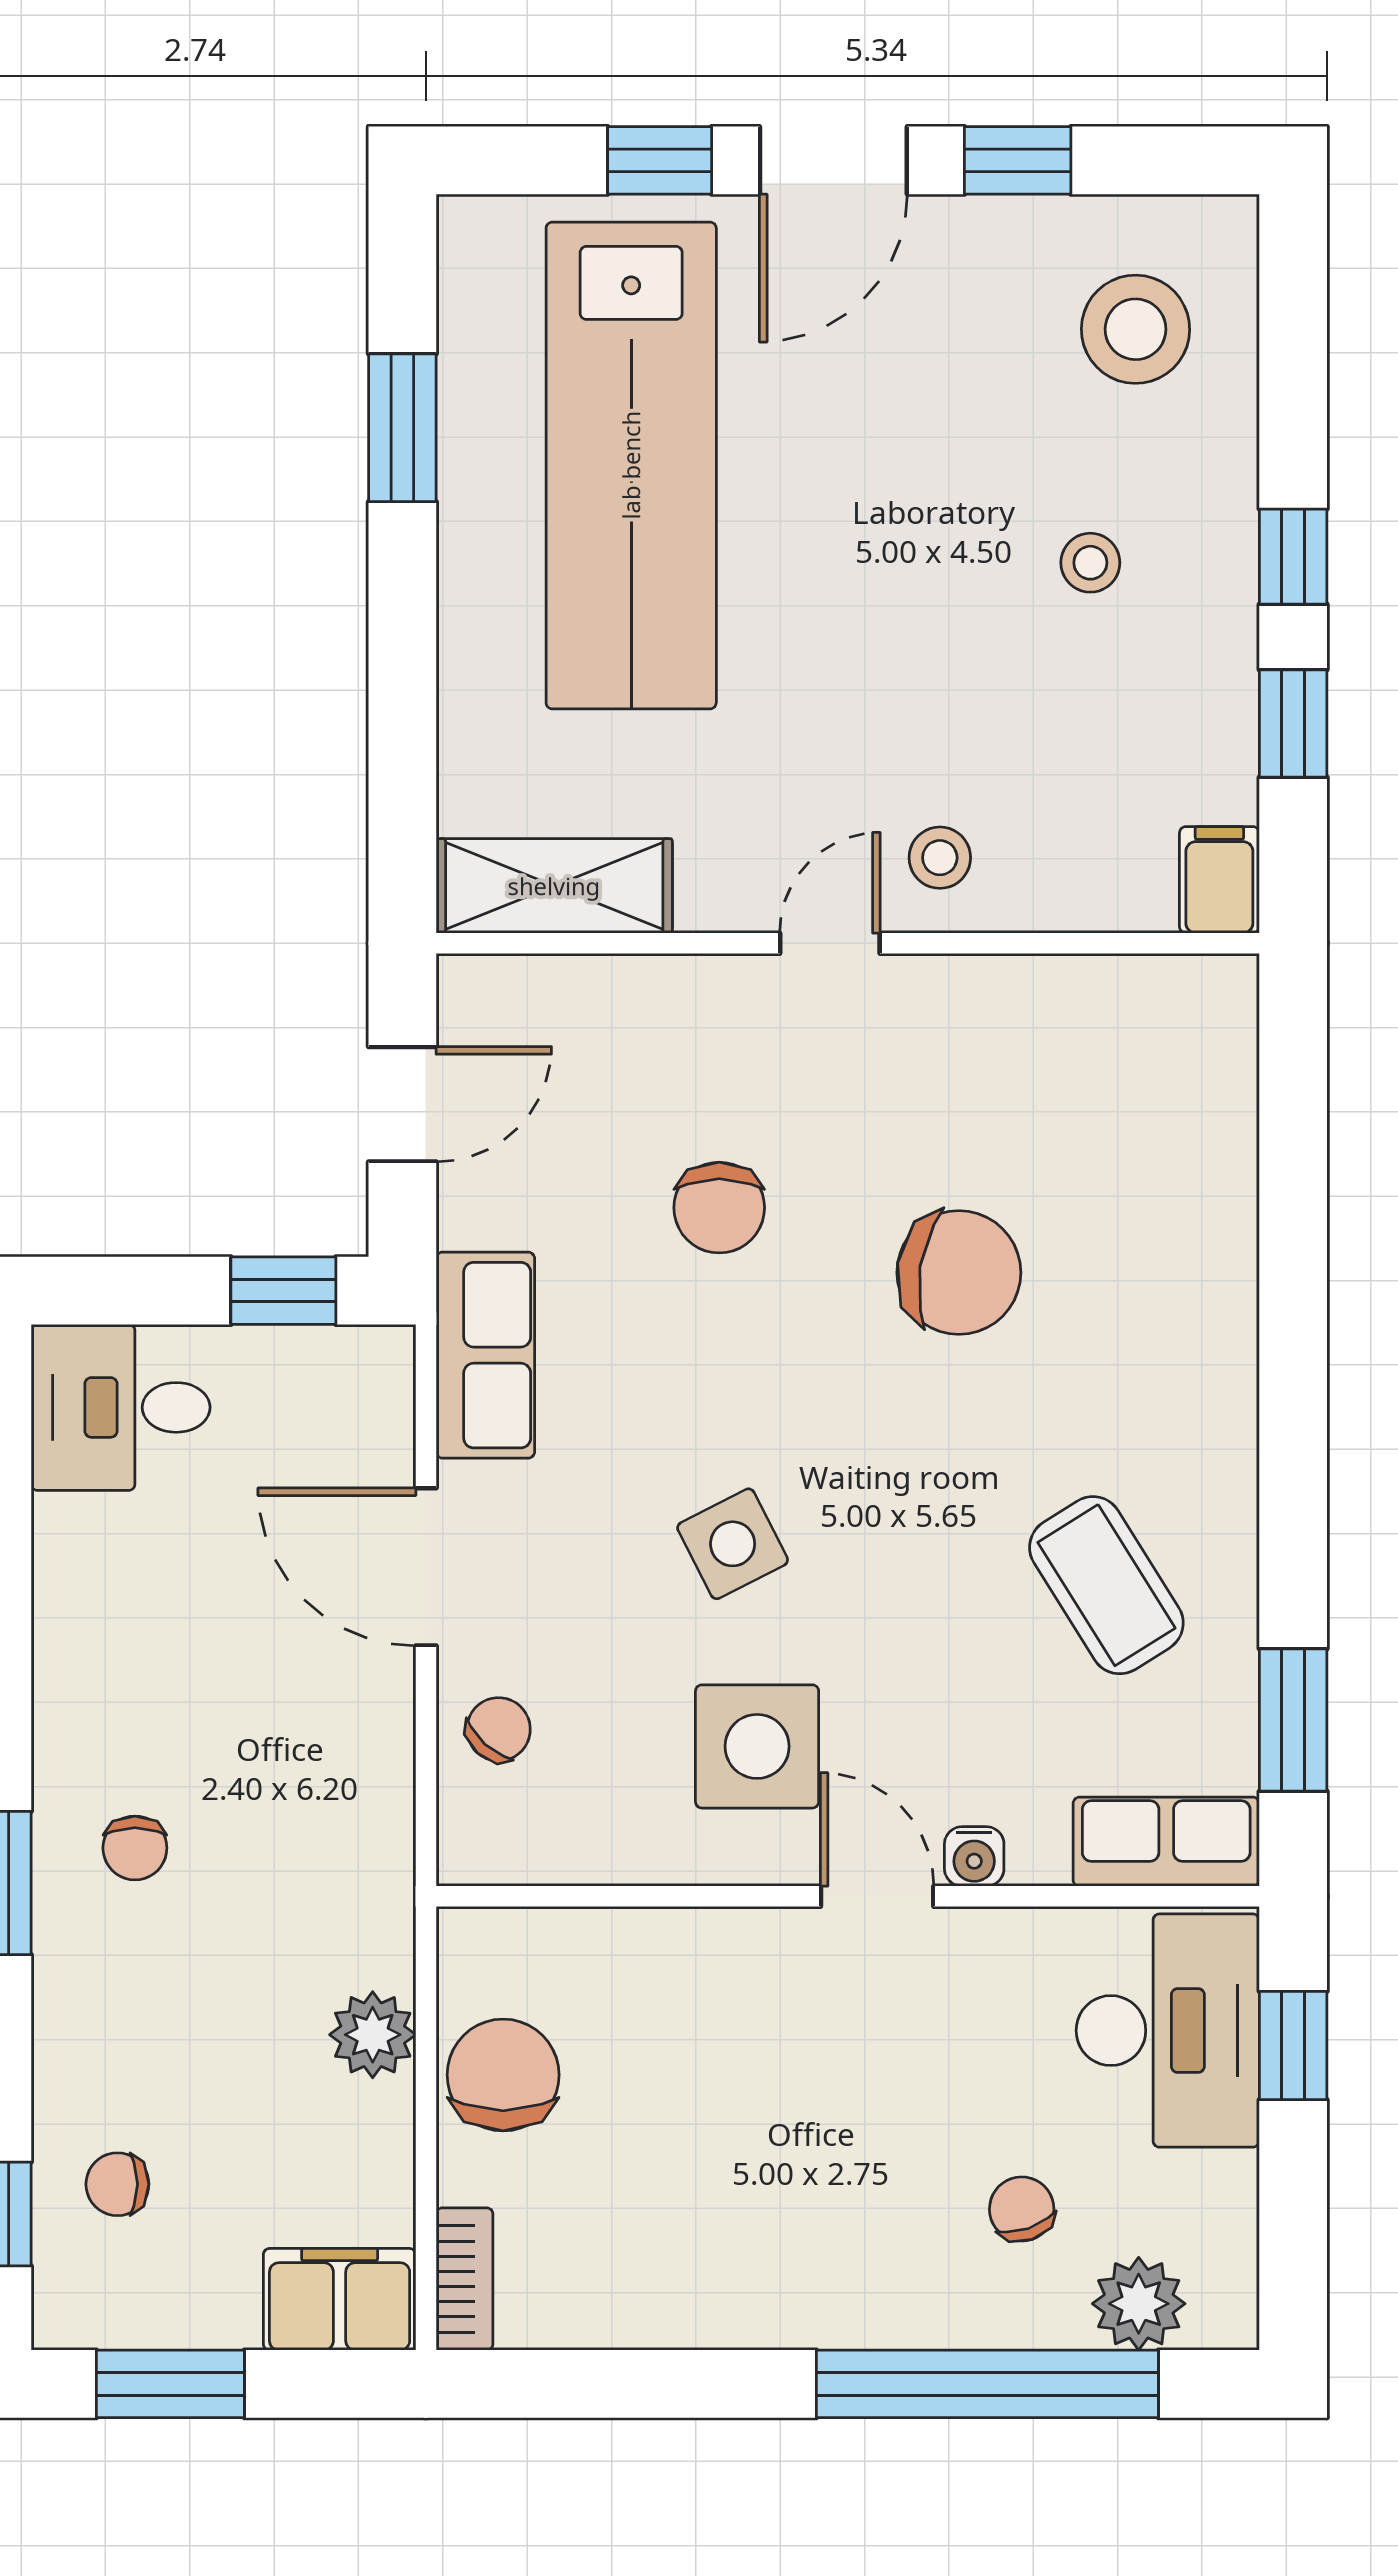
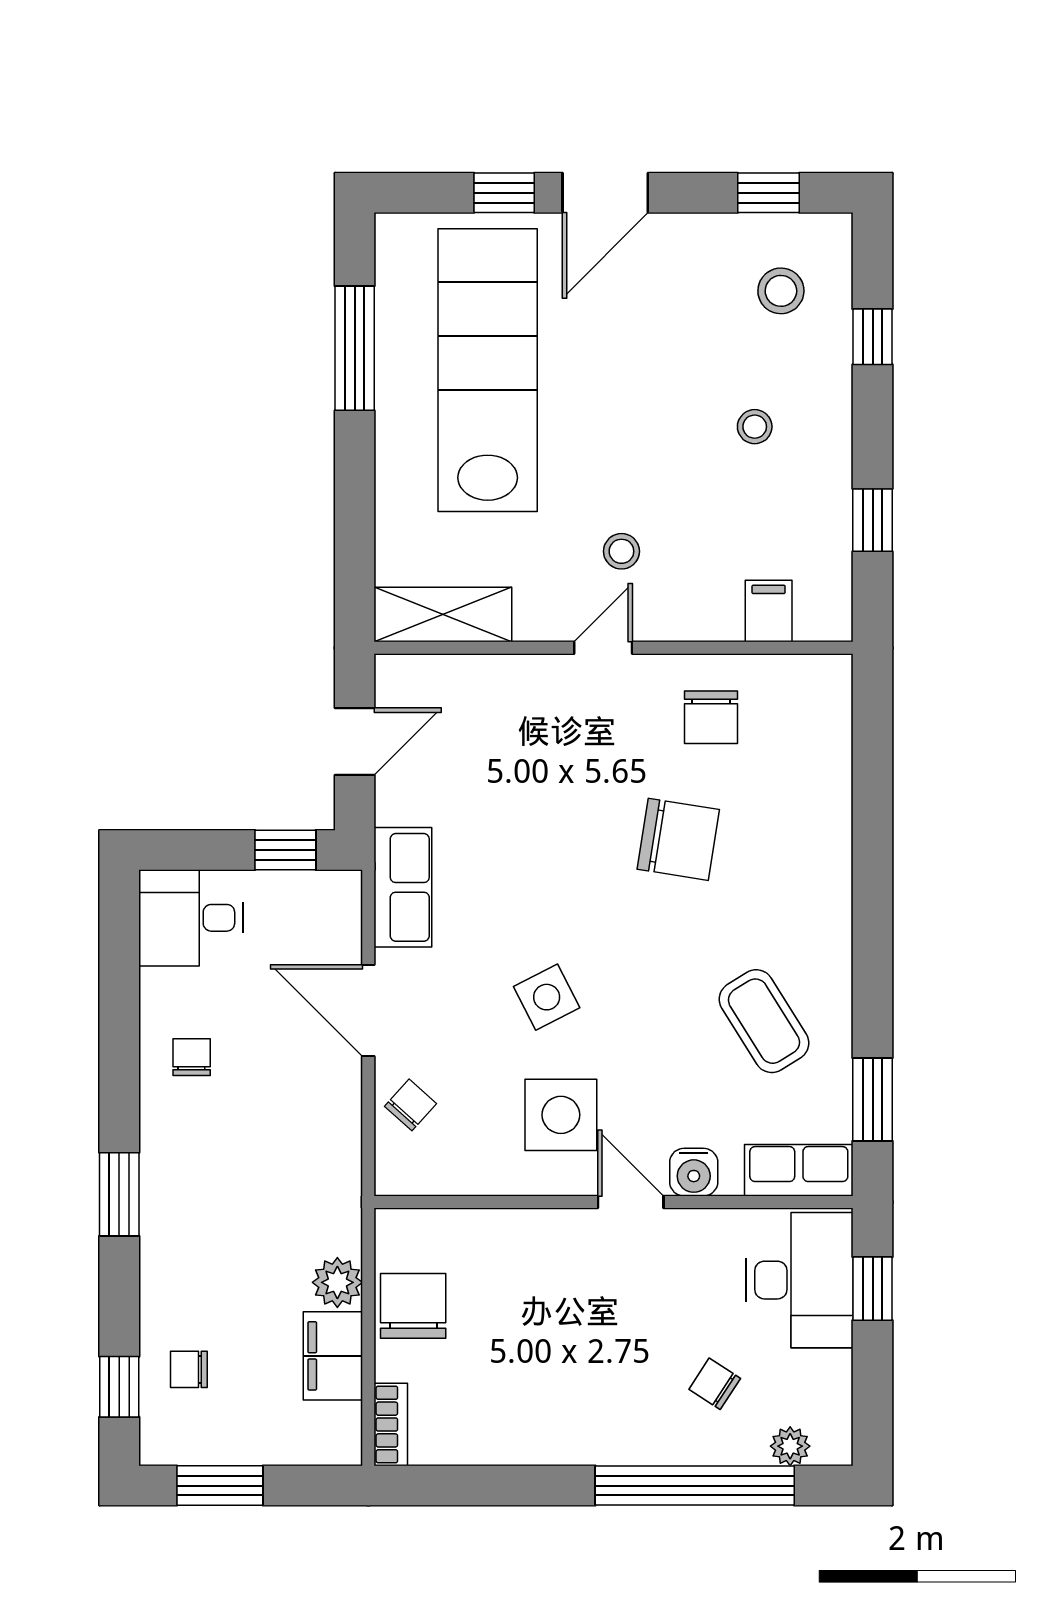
window: (1018, 160) -> (769, 193), moved
stool: (1136, 329) -> (781, 291), width x0.73, depth x0.73
window: (402, 428) -> (355, 348), width x1.44
lab bench: (631, 465) -> (488, 370), turned 180
window: (1293, 557) -> (873, 337), moved
stool: (940, 858) -> (621, 551), moved
filing cabinet: (1219, 880) -> (769, 611), moved
chair: (719, 1208) -> (711, 717), moved
chair: (135, 1848) -> (192, 1057), moved, turned 180
water cooler: (974, 1856) -> (694, 1172), width x1.38, depth x1.38
chair: (1022, 2209) -> (715, 1384), turned -38
filing cabinet: (340, 2299) -> (333, 1356), moved, turned -90
plant: (1139, 2304) -> (790, 1446), width x0.73, depth x0.73

